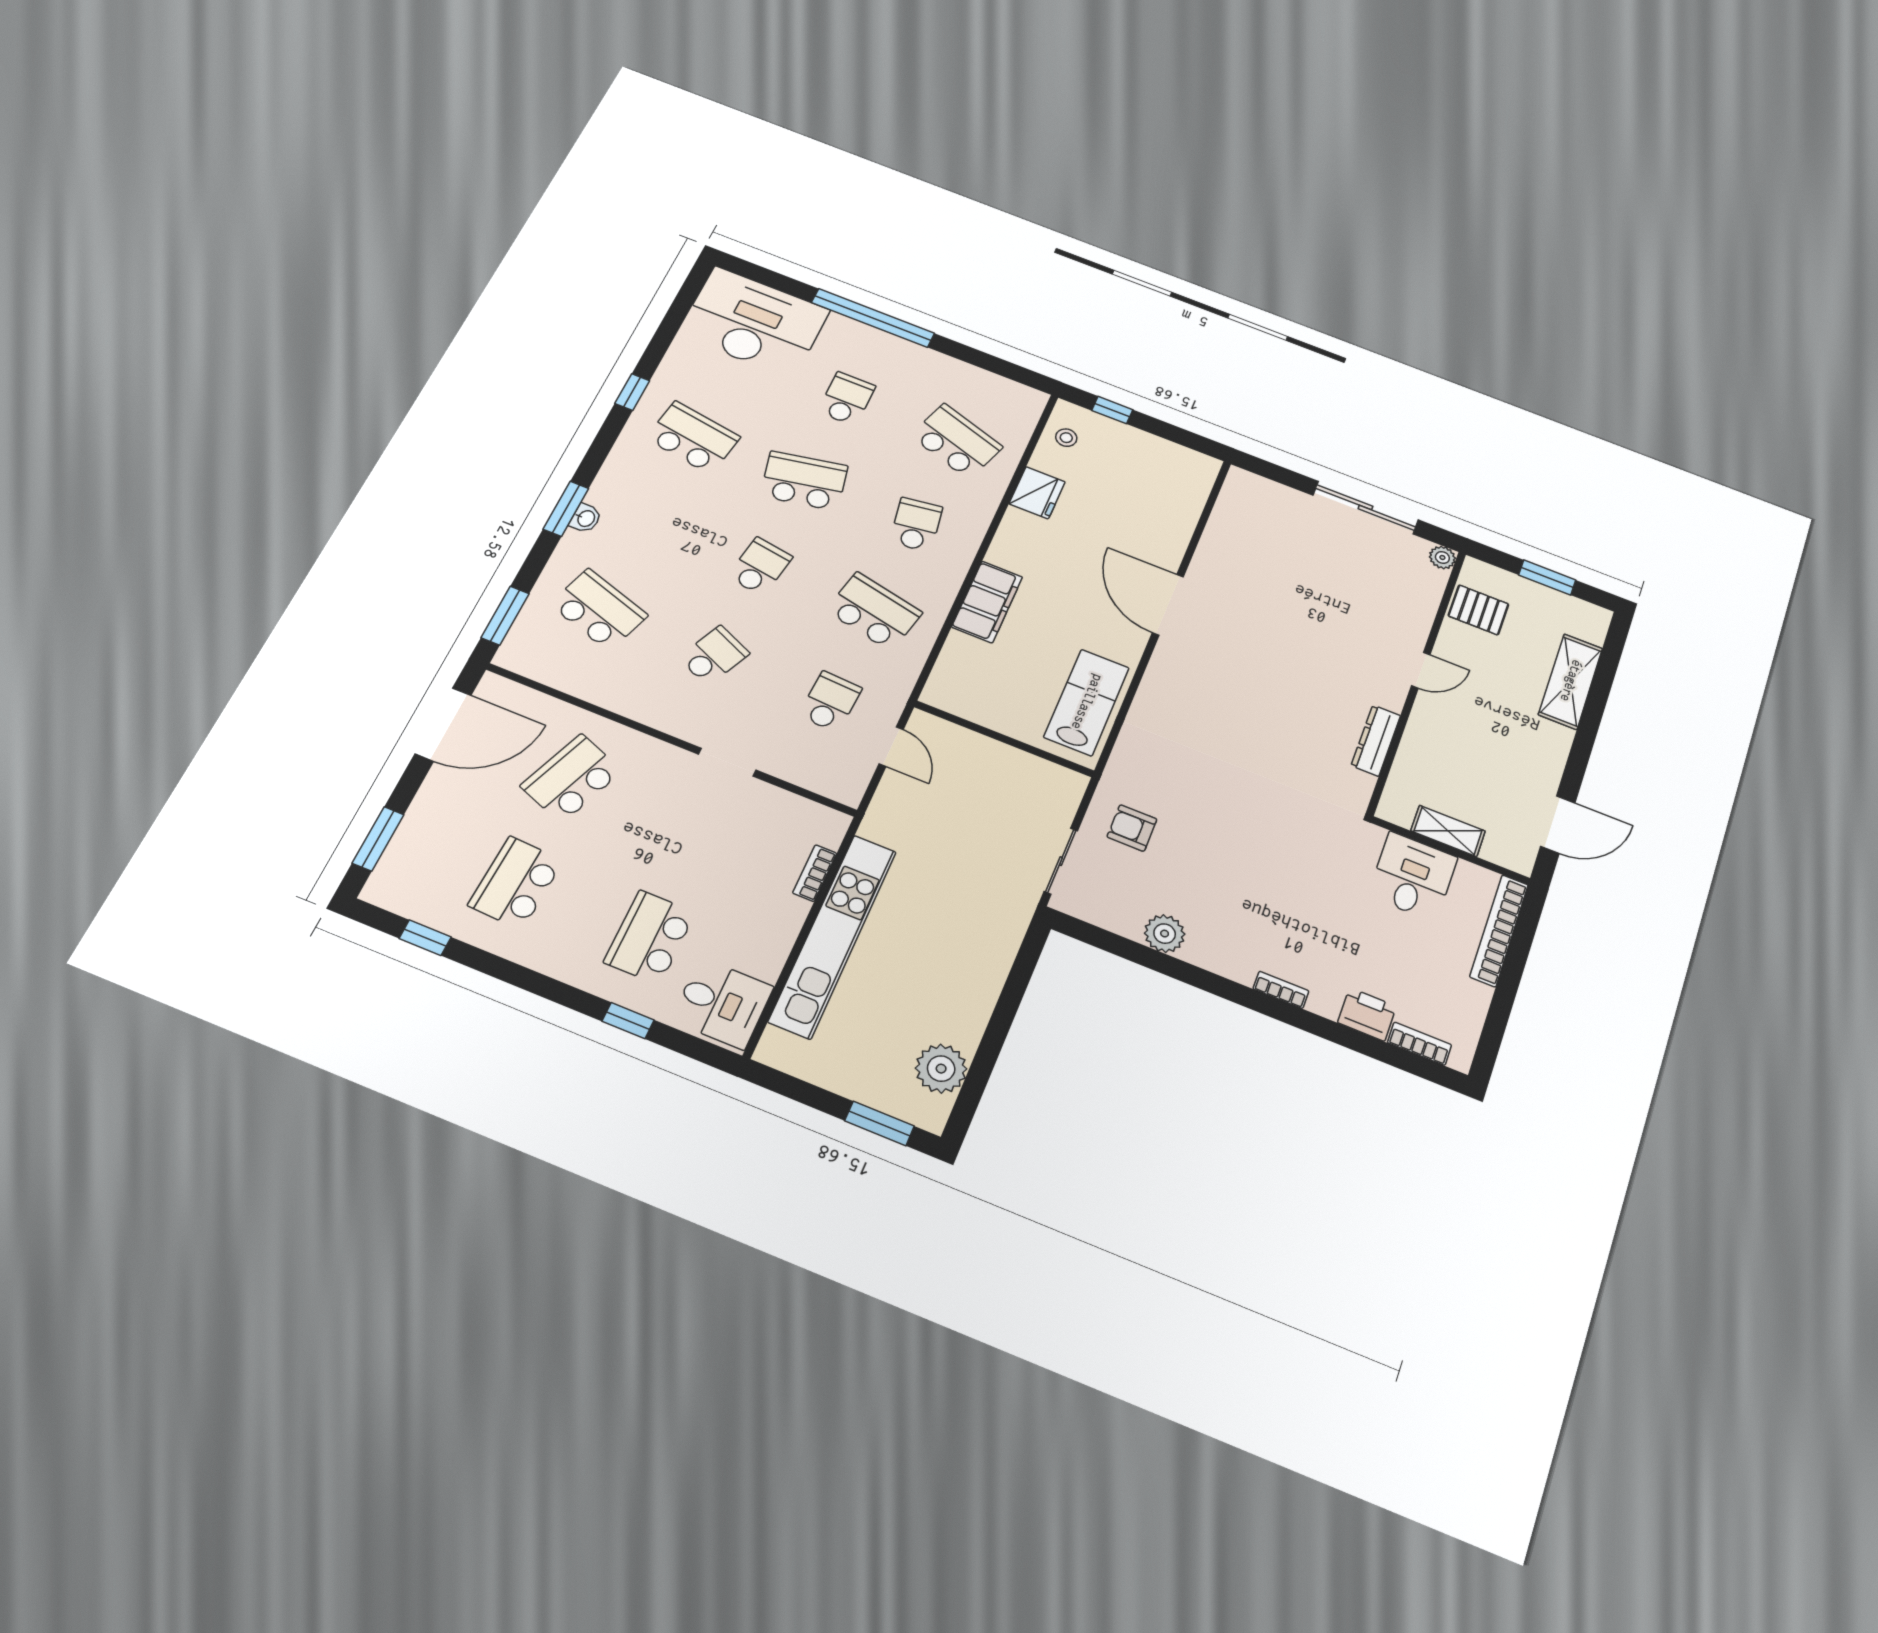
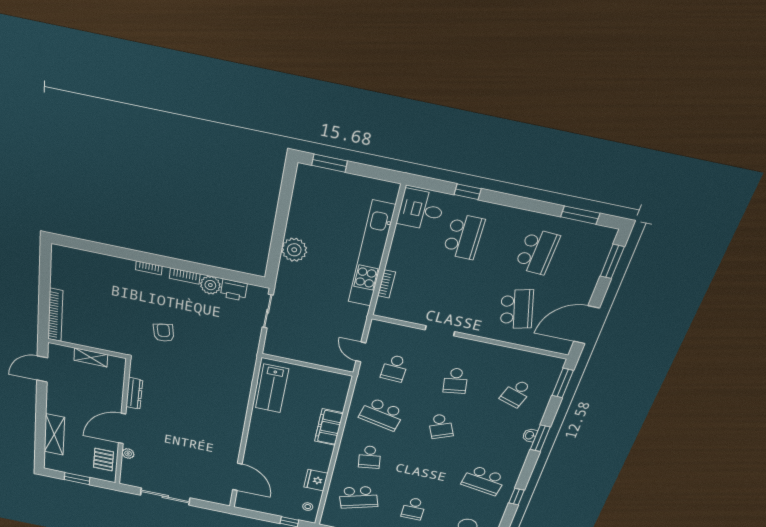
school desk: (956, 441) -> (358, 497), turned -36
school desk: (804, 481) -> (427, 469), removed
plant: (1442, 557) -> (128, 454), moved
school desk: (760, 567) -> (441, 426), turned -33
door: (1168, 605) -> (237, 477), moved
school desk: (599, 610) -> (516, 393), width x0.54
pallet: (1478, 610) -> (104, 460), turned 90
school desk: (714, 656) -> (456, 381), turned -33
door: (1421, 670) -> (122, 429), width x1.87
school desk: (571, 778) -> (517, 309), turned -36
armchair: (1132, 828) -> (164, 333), moved, turned -101
desk: (1413, 877) -> (101, 333), removed
window: (425, 938) -> (580, 215), width x1.50
printer: (1367, 1014) -> (234, 290), moved
bookcase: (1419, 1044) -> (185, 276), moved
plant: (941, 1069) -> (294, 250), moved

